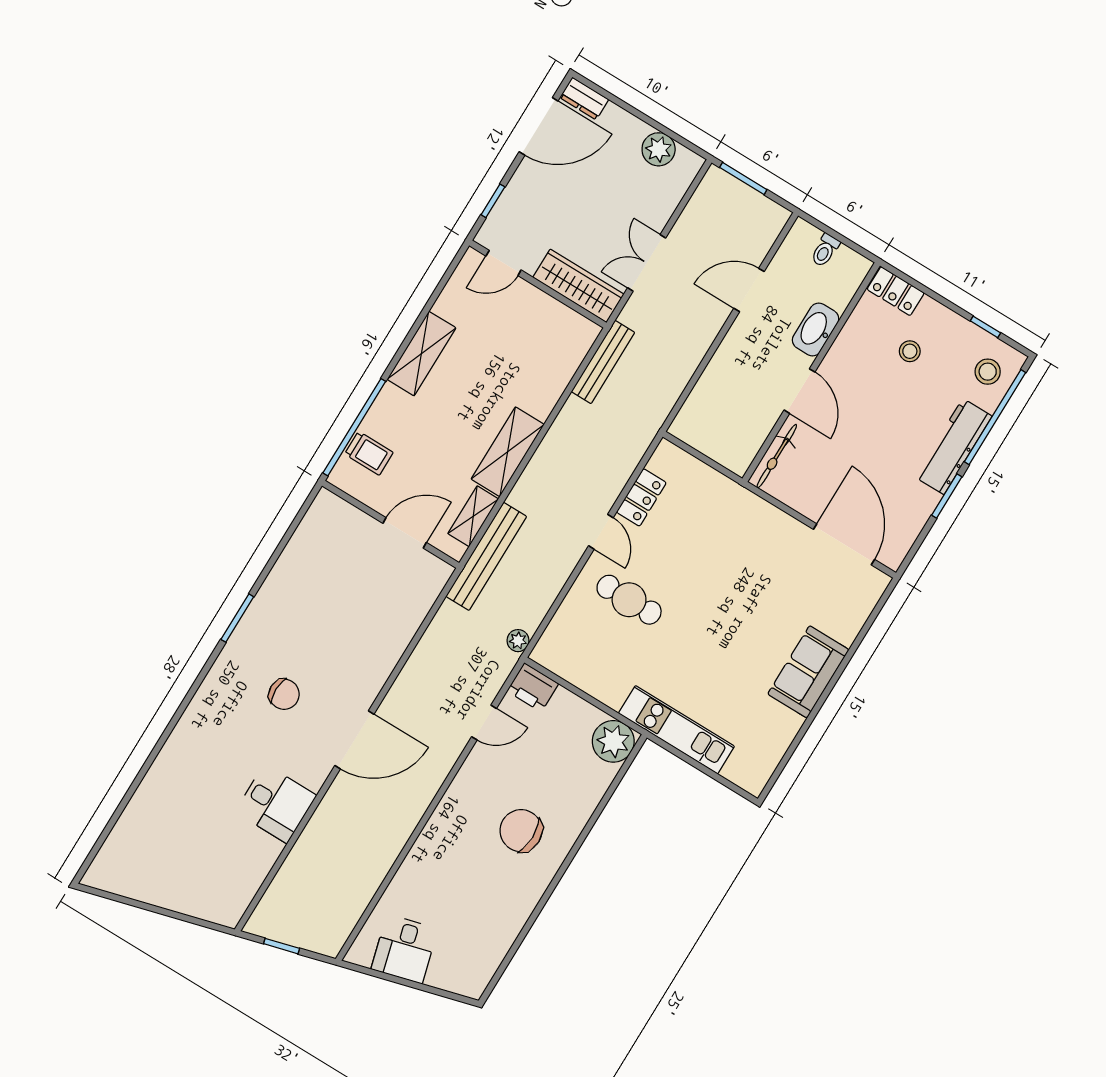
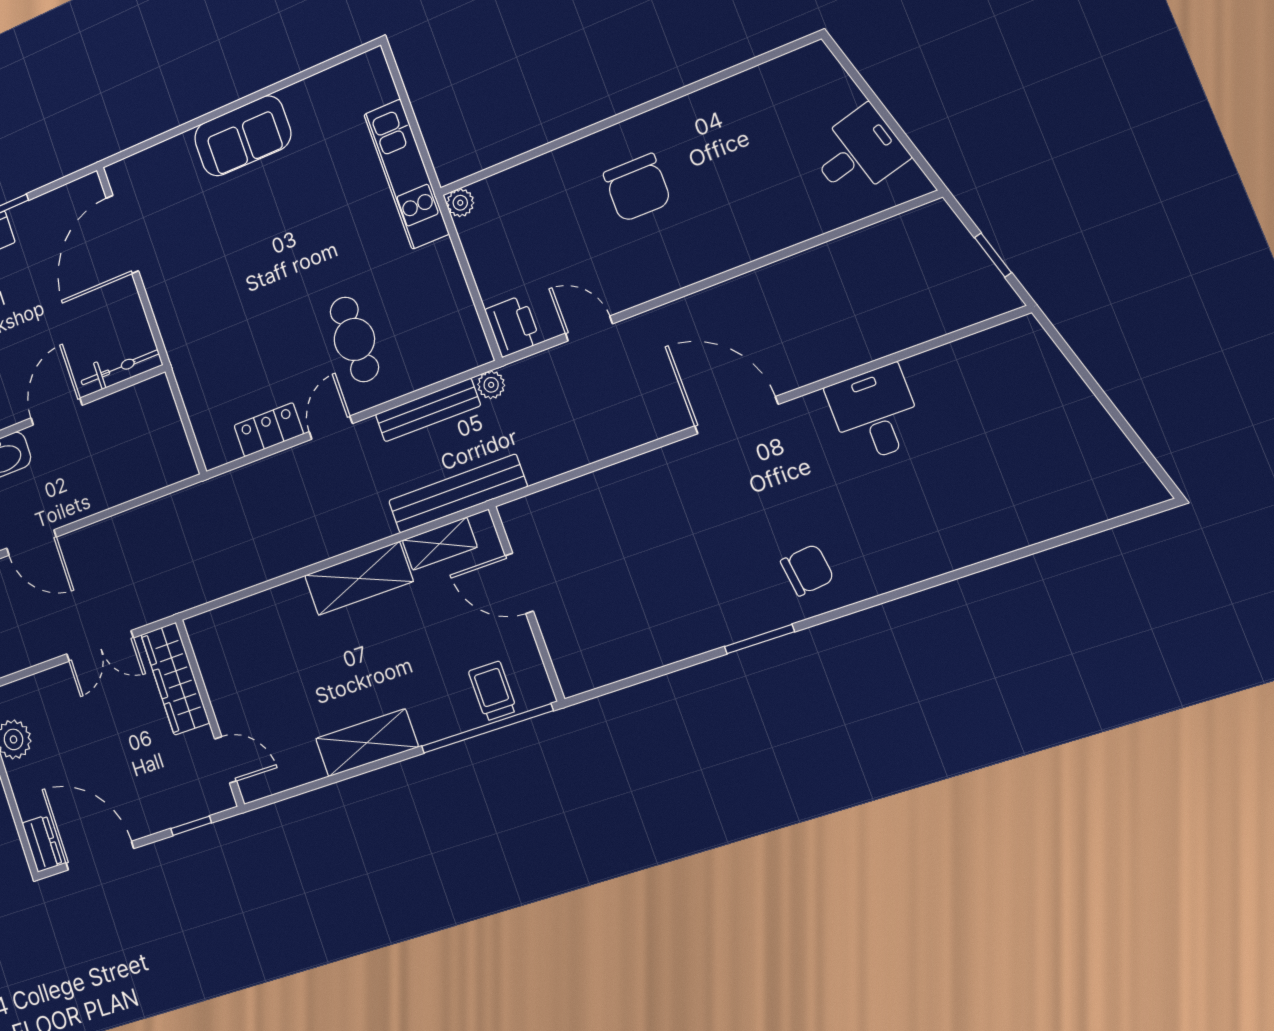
bench: (603, 362) -> (428, 410), moved
chair: (284, 694) -> (807, 570), moved, turned 83
plant: (613, 741) -> (460, 203), width x0.53, depth x0.53

